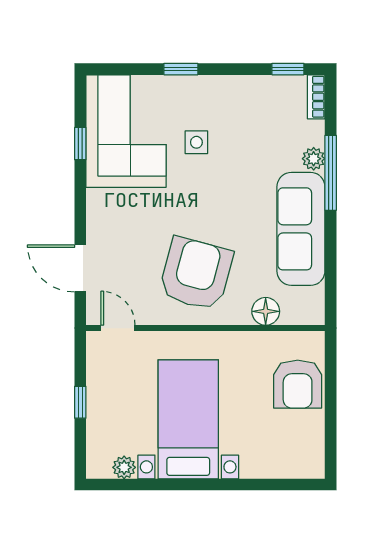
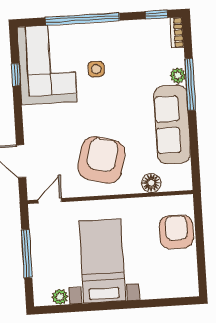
window: (181, 69) -> (82, 19), width x3.17
door: (118, 328) -> (50, 201), hinge flipped
armchair: (298, 384) -> (176, 232), turned 180
window: (80, 402) -> (27, 254), width x2.17

